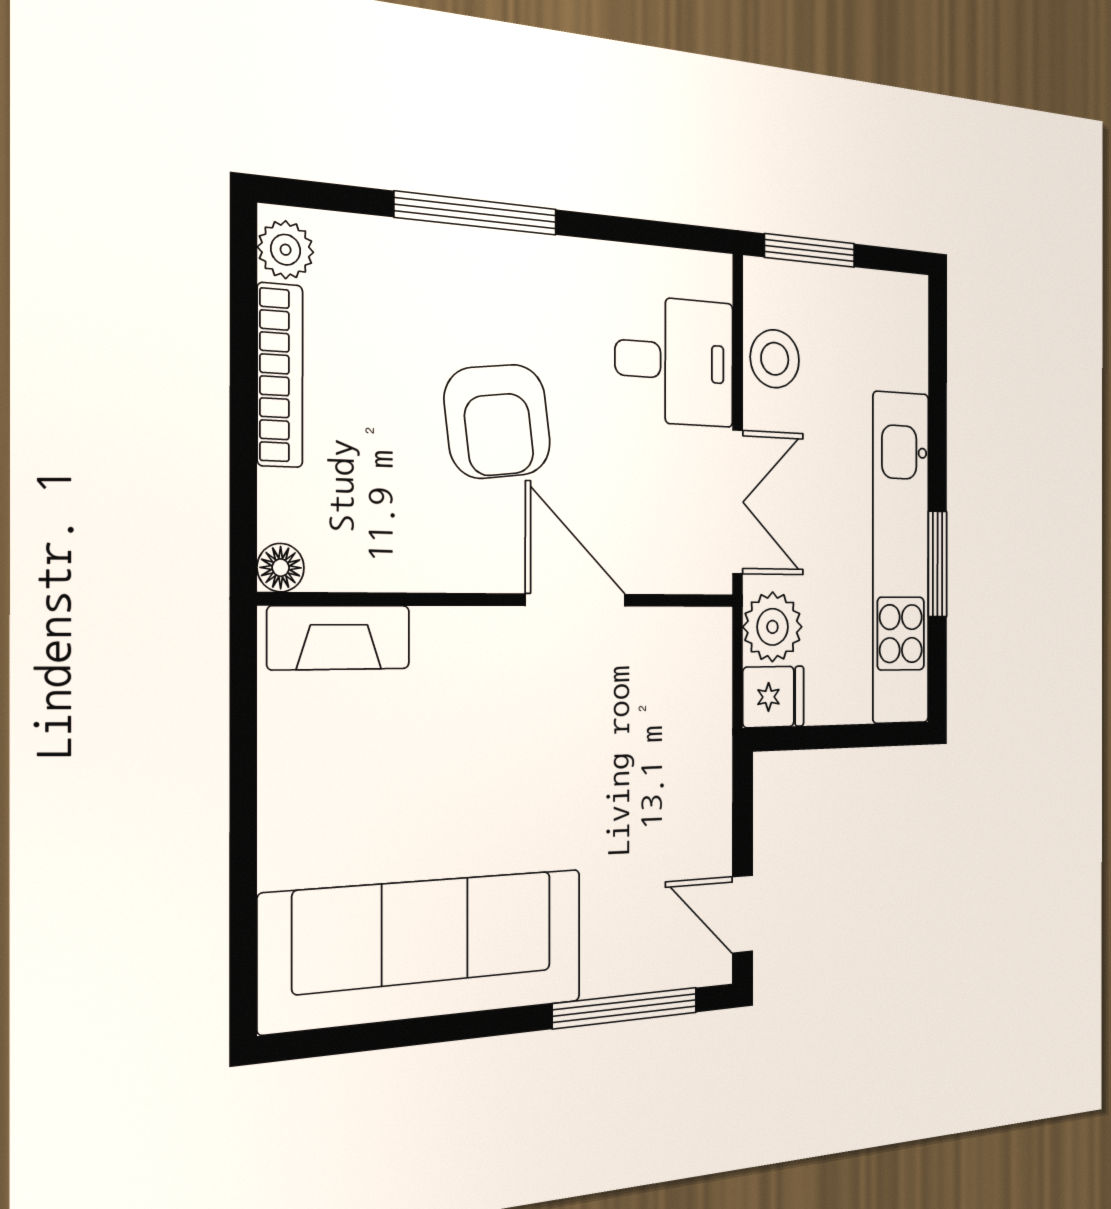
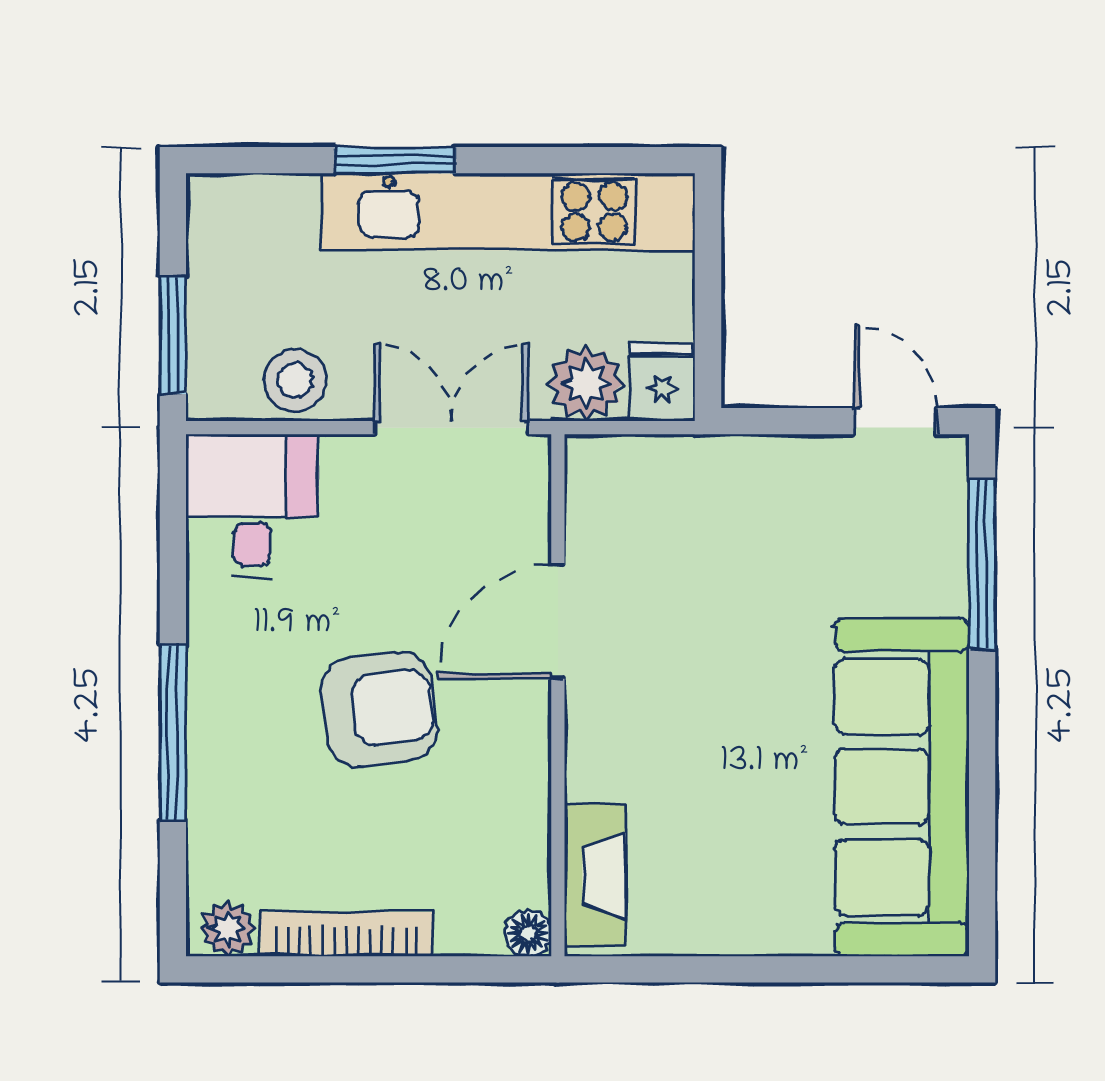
desk: (675, 361) -> (252, 505), moved
window: (937, 564) -> (395, 160), moved
door: (743, 914) -> (895, 421), swing flipped

